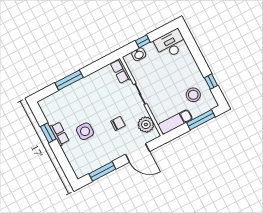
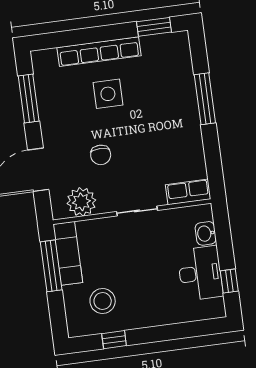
window: (143, 41) -> (229, 281), moved
desk: (171, 44) -> (200, 273), moved
window: (201, 120) -> (51, 266), moved
window: (48, 133) -> (154, 27), moved
row of seats: (59, 134) -> (99, 52), width x2.02

